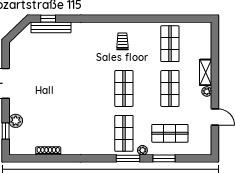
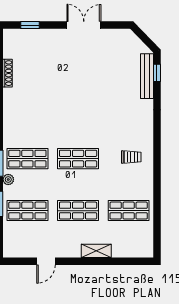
plant: (207, 92) -> (75, 252), removed
plant: (16, 121) -> (42, 36), removed
shop shelf: (170, 133) -> (27, 211), turned 90

